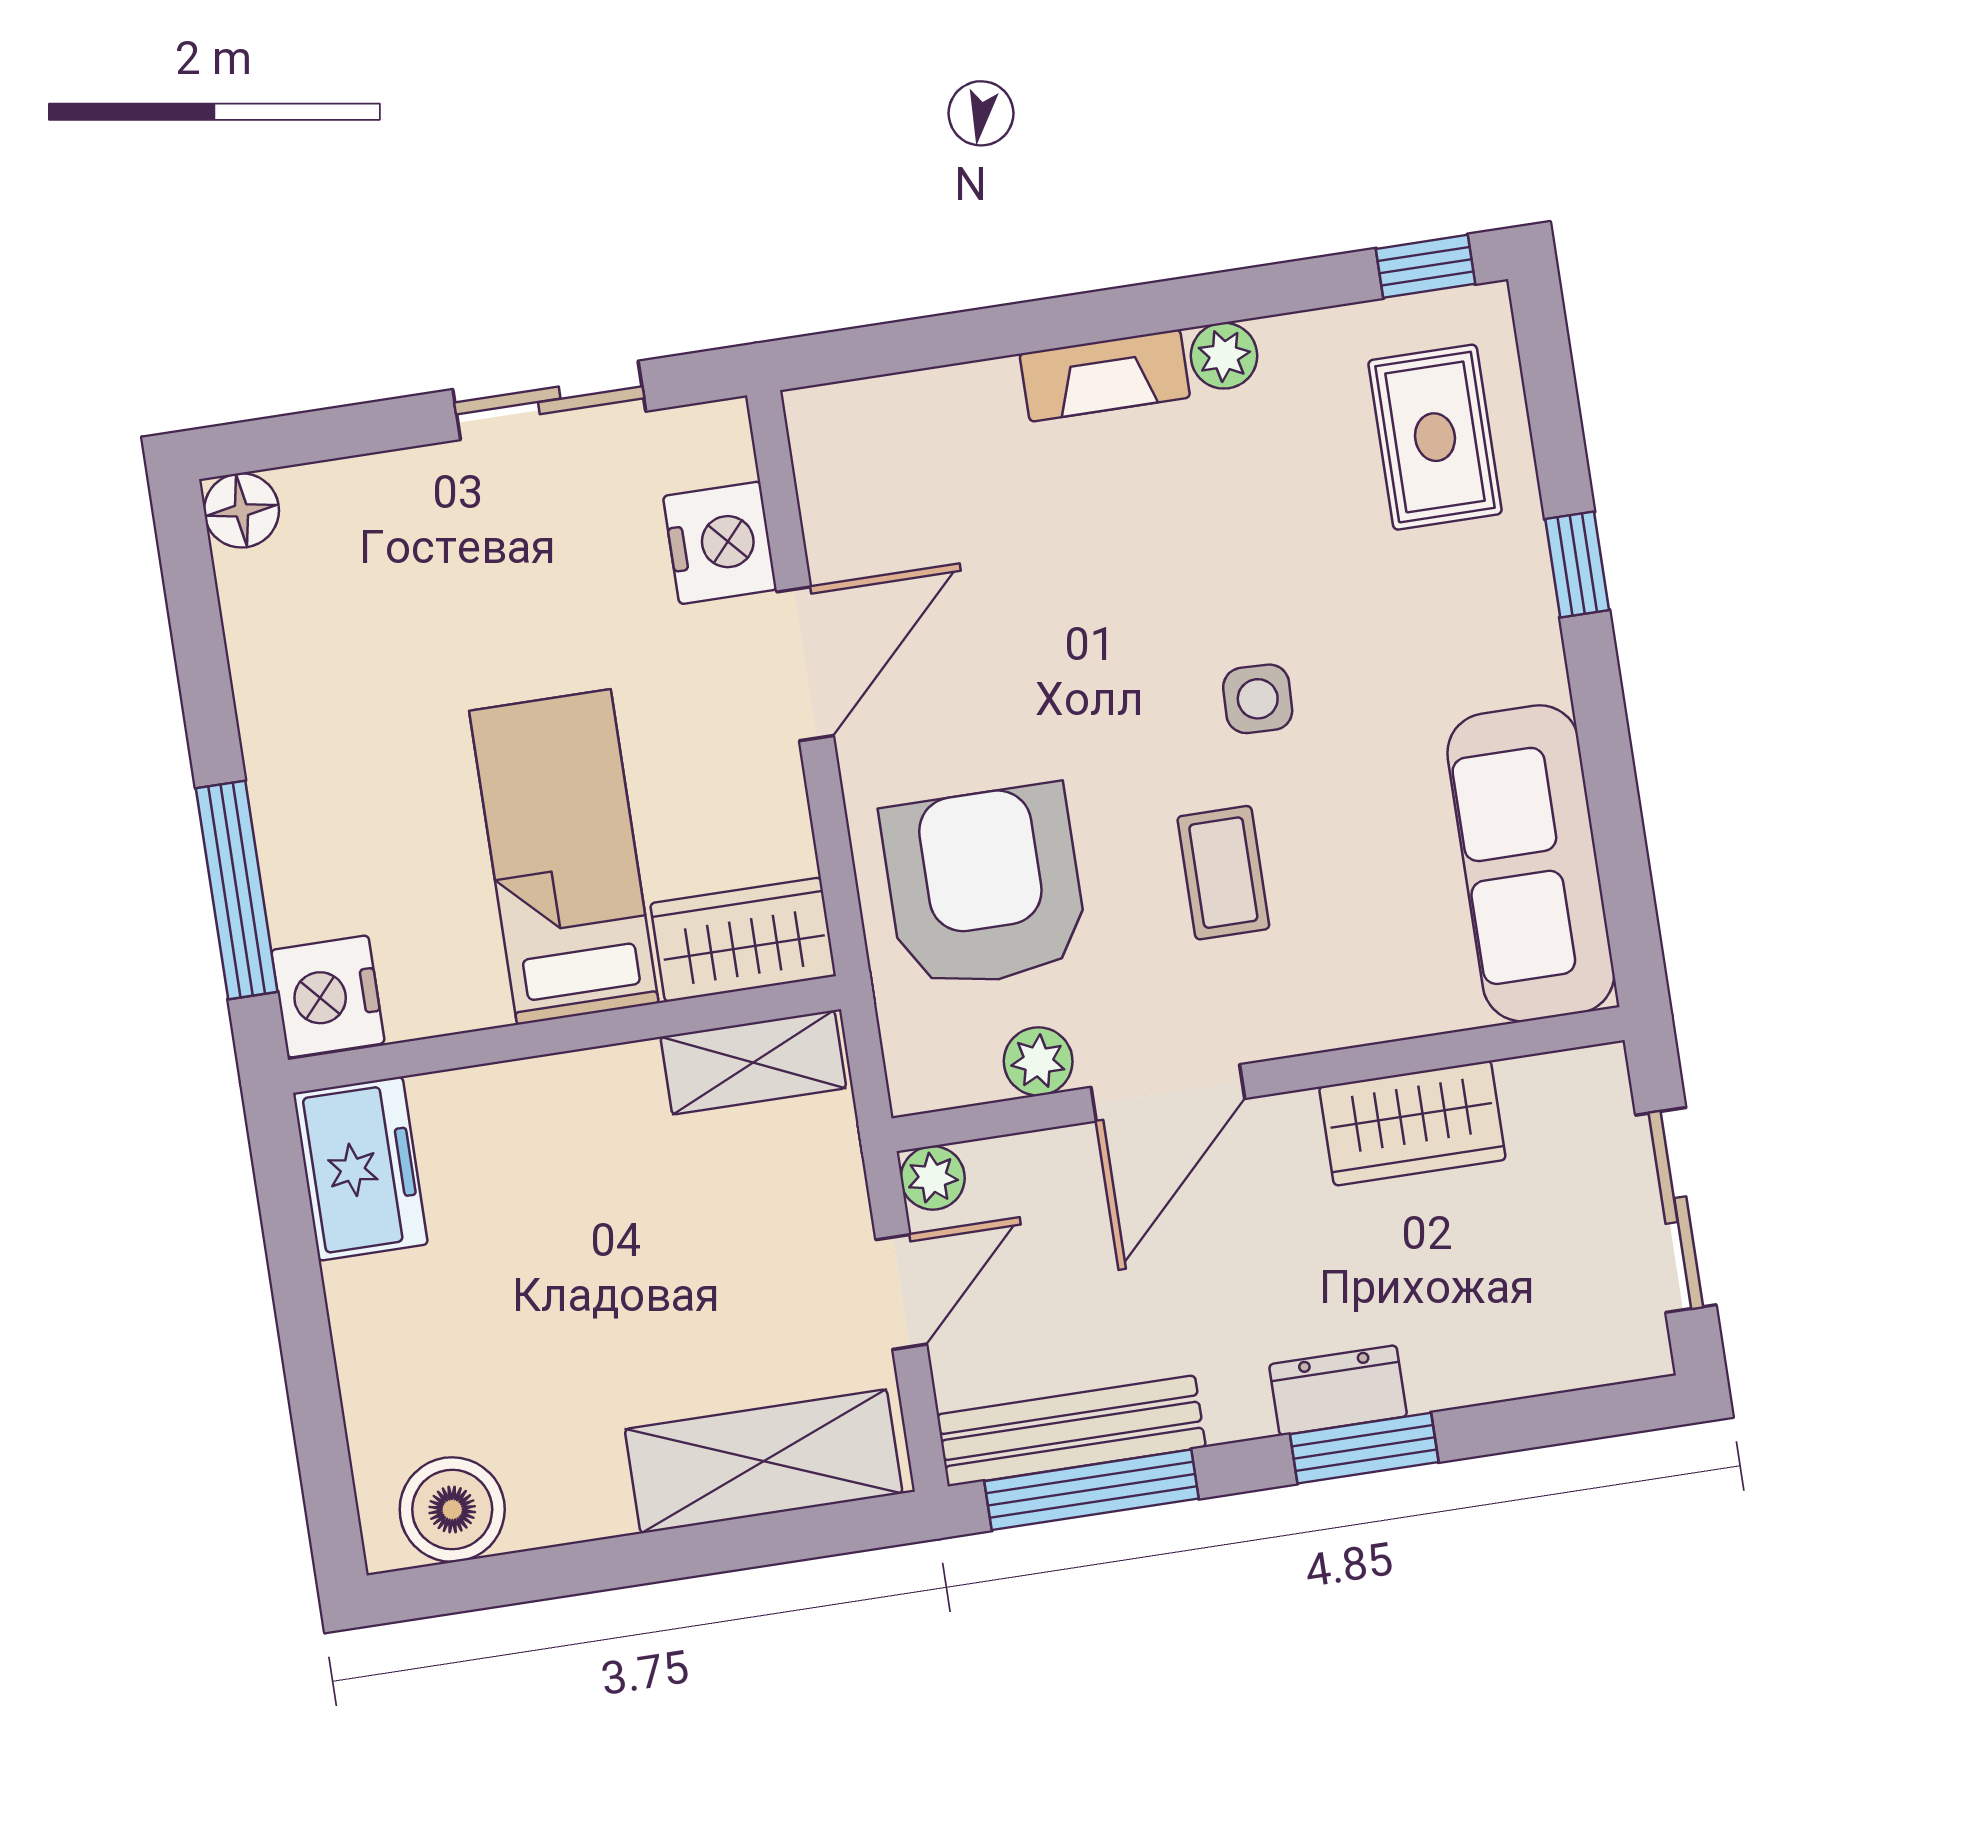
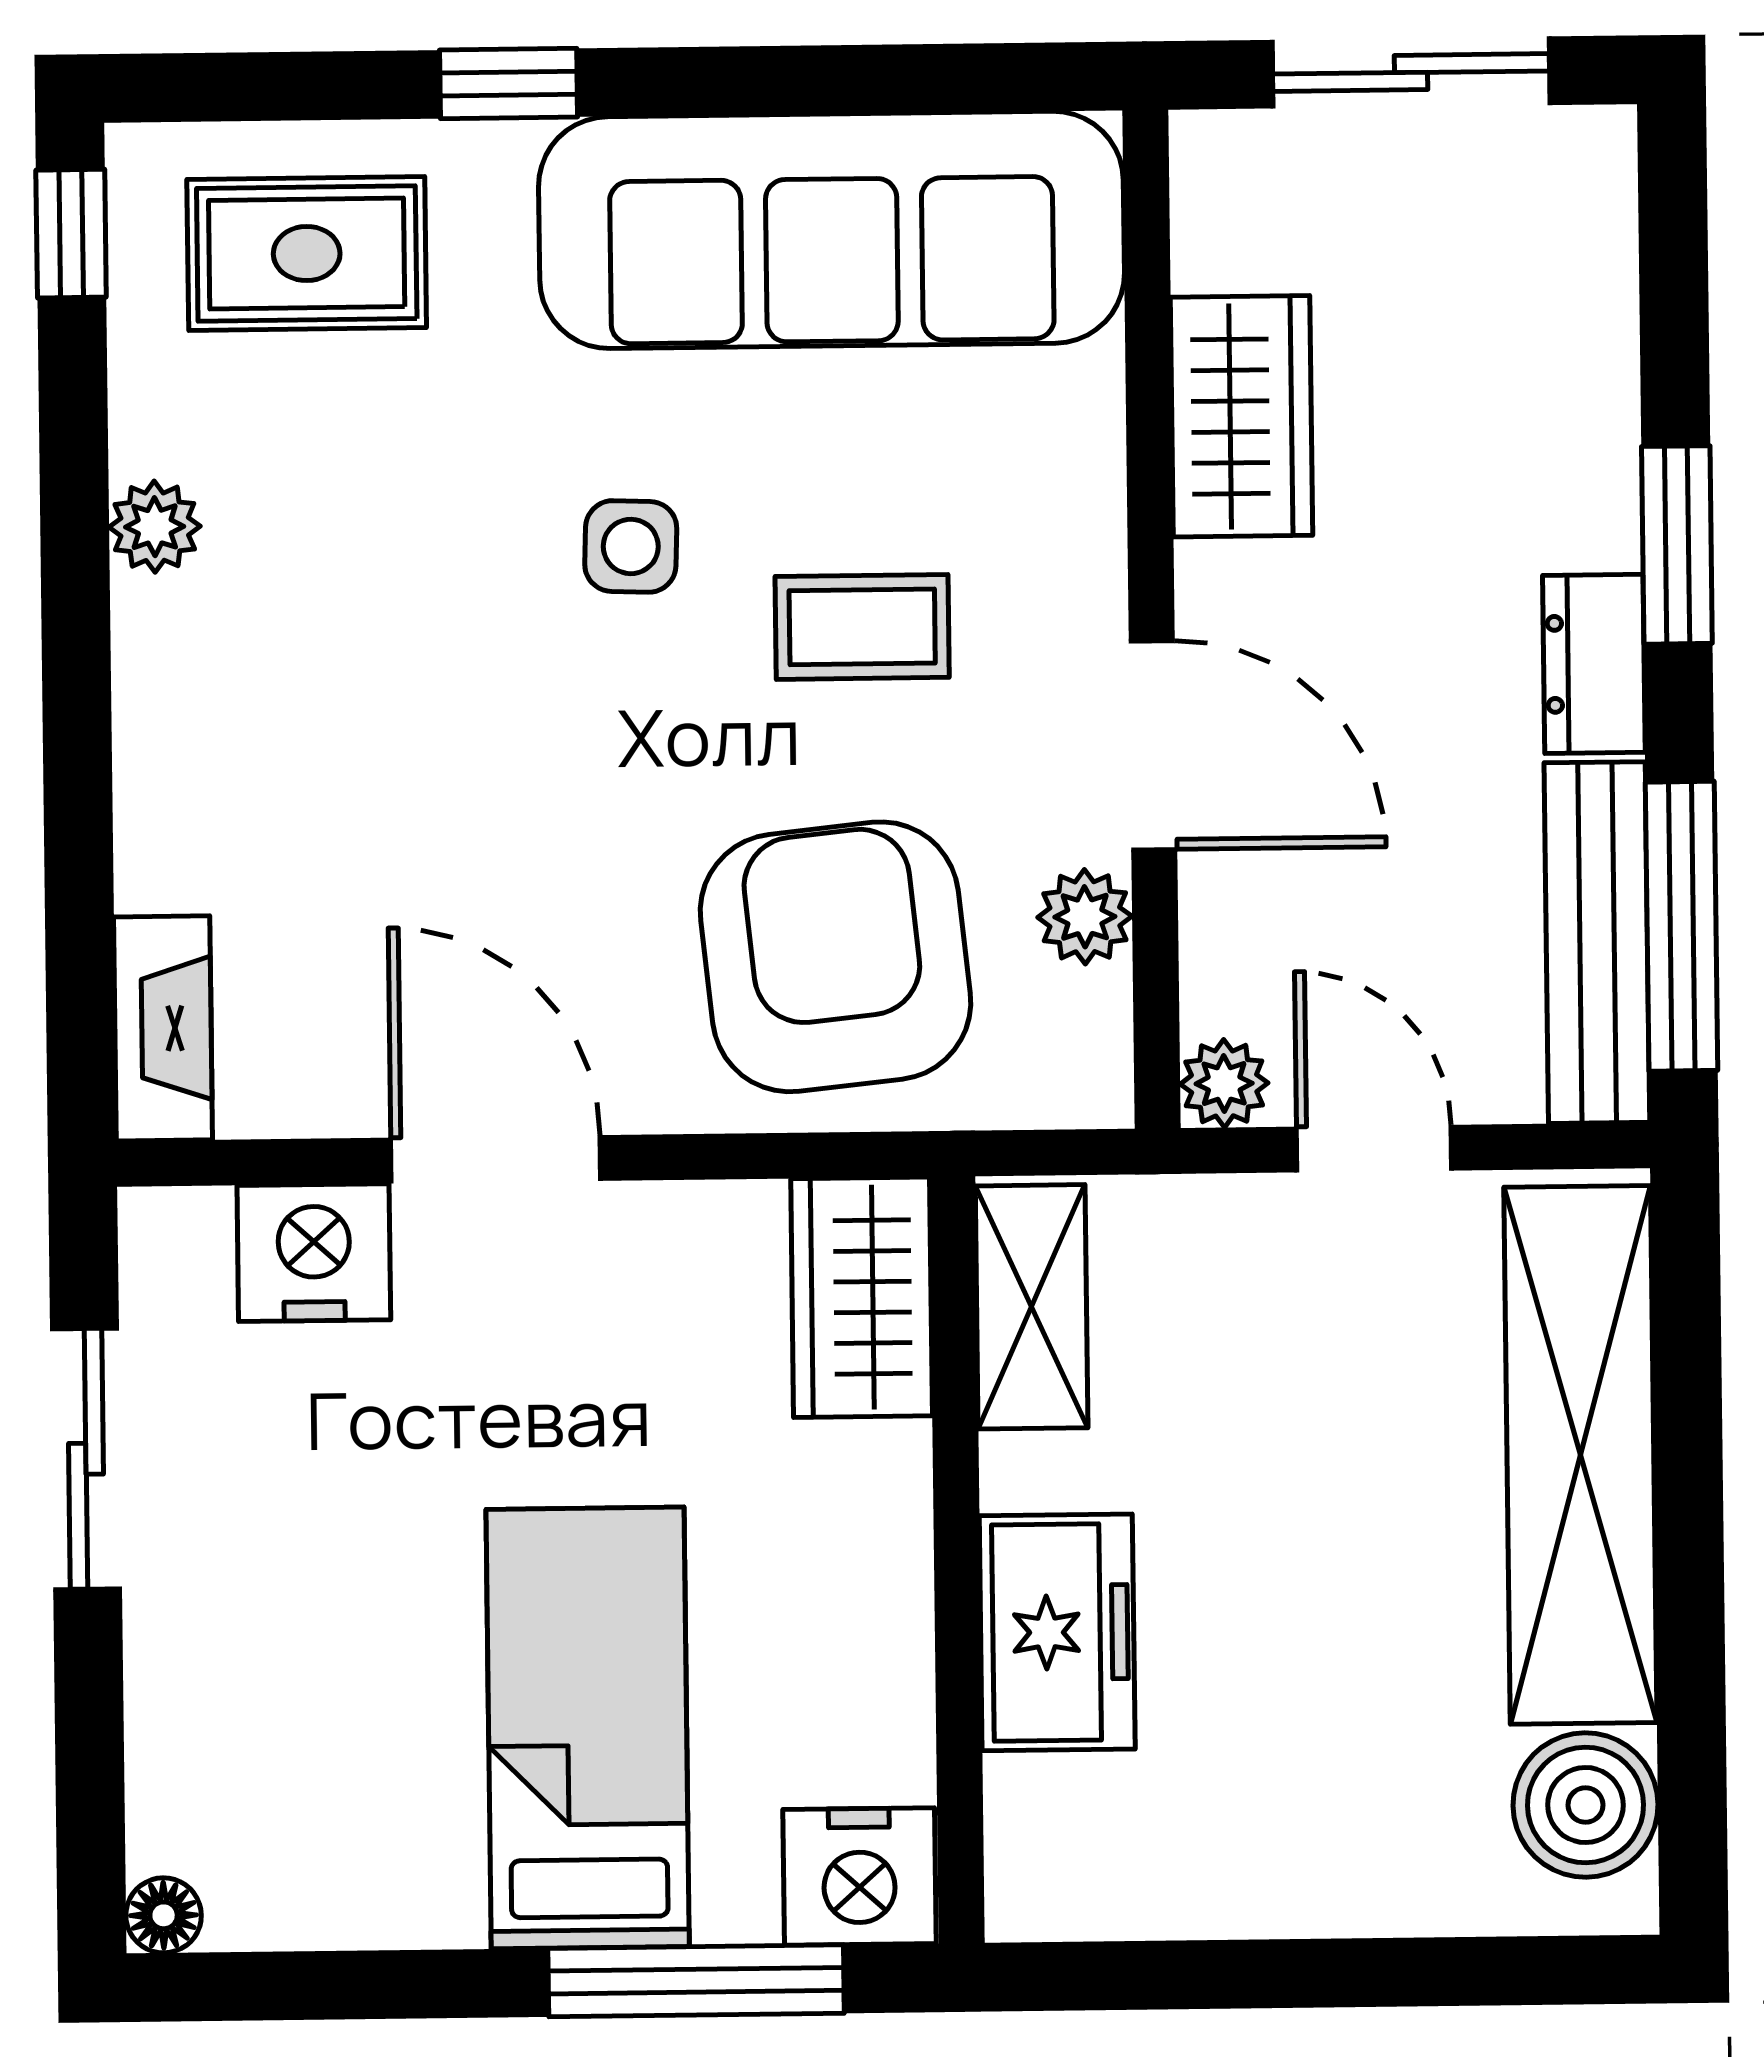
fireplace: (1105, 376) -> (163, 1028), moved
floor lamp: (241, 510) -> (164, 1915), width x0.73, depth x0.73
bed: (564, 857) -> (588, 1728), moved, turned 90
sofa: (1531, 863) -> (832, 230), width x1.36, depth x1.27
armchair: (984, 887) -> (835, 957), turned 84
freezer: (360, 1169) -> (1057, 1632), moved, turned 90
dresser: (1338, 1390) -> (1594, 664), moved
shelving: (764, 1461) -> (1580, 1455), width x1.47

